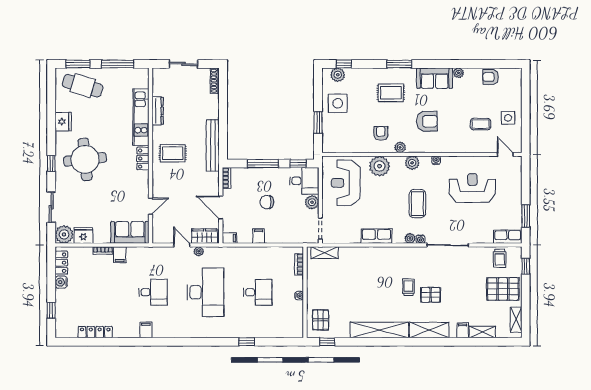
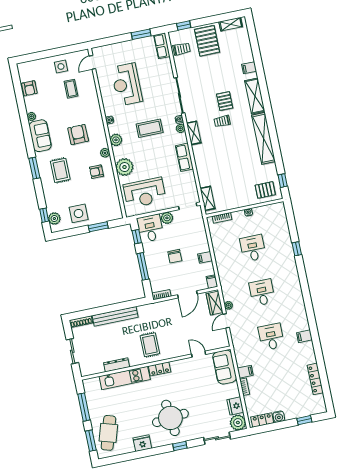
bench: (213, 145) -> (115, 316), moved
desk: (205, 292) -> (262, 292), width x0.53, depth x0.77
shelving: (482, 332) -> (194, 133), moved

